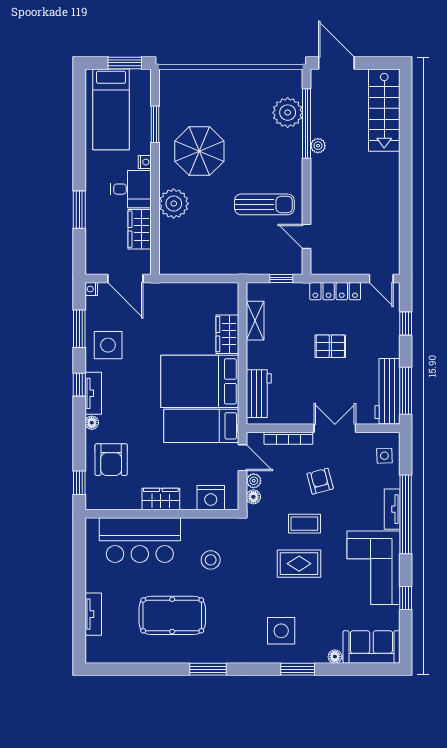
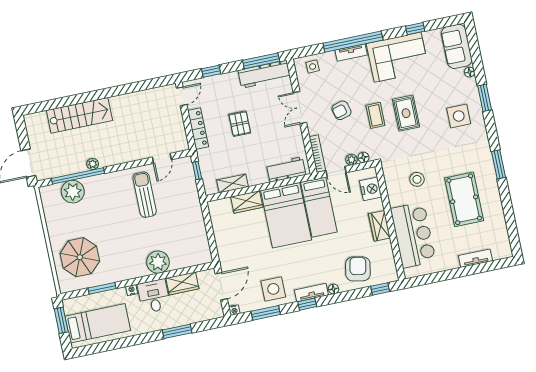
stairs: (384, 110) -> (79, 115), moved
parasol: (199, 151) -> (80, 257), moved
bookcase: (288, 438) -> (317, 154), moved
door: (242, 458) -> (336, 172), swing flipped
armchair: (111, 460) -> (358, 269), turned -79

